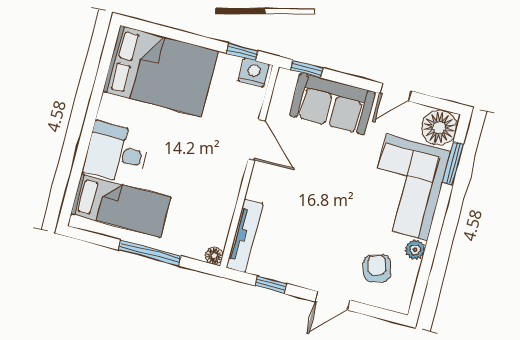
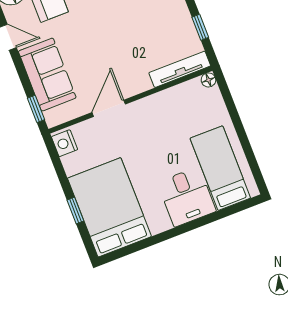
window: (242, 52) -> (75, 210), moved
window: (150, 253) -> (238, 125), removed

